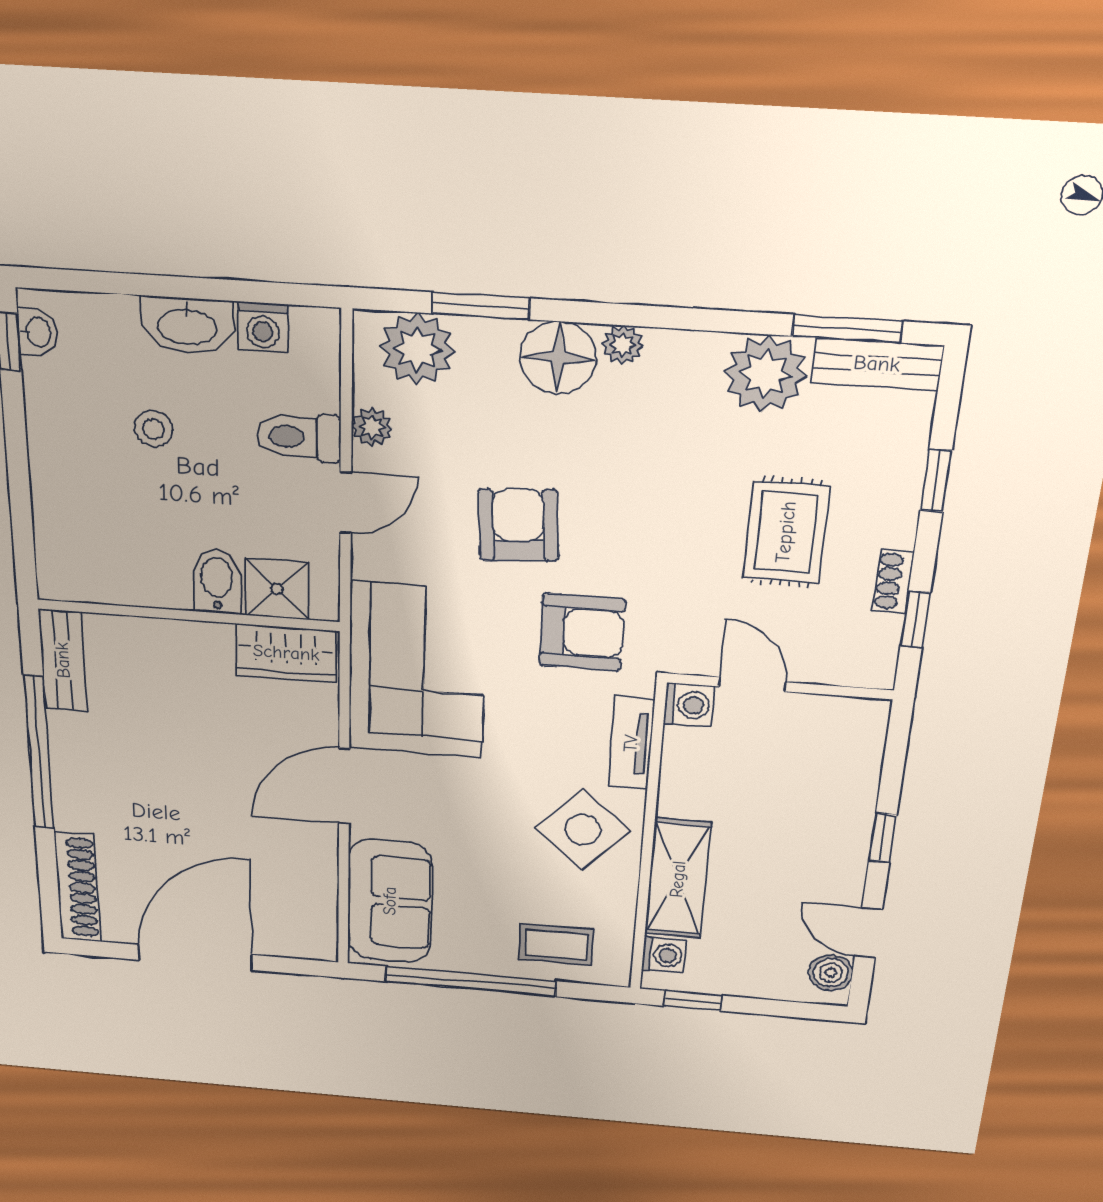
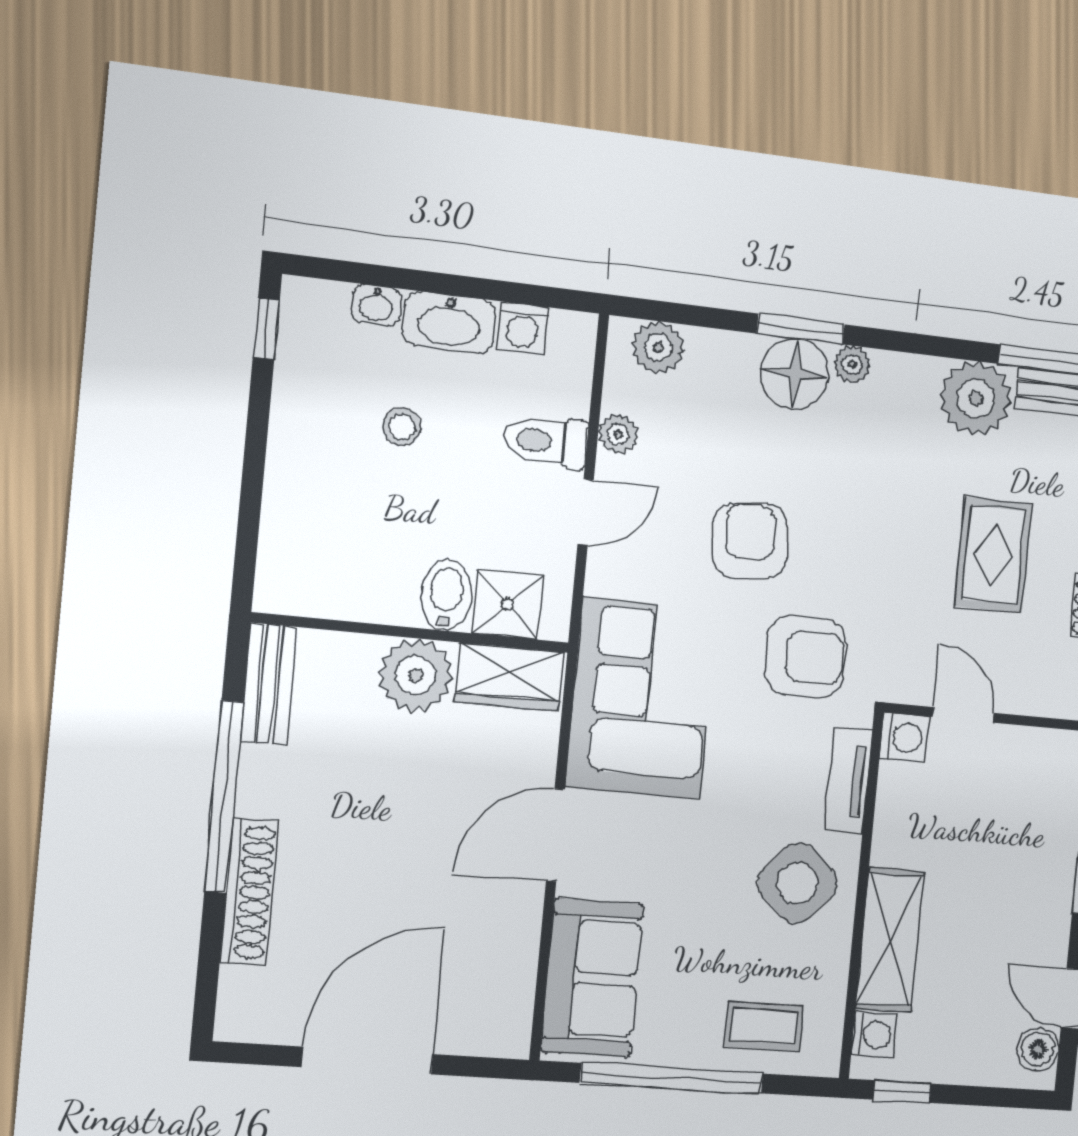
window: (481, 306) -> (801, 329), moved
washbasin: (38, 332) -> (376, 305), moved, turned 90
plant: (417, 349) -> (658, 348), width x0.73, depth x0.73
plant: (197, 652) -> (416, 675), added
shoe rack: (77, 887) -> (249, 892), moved

